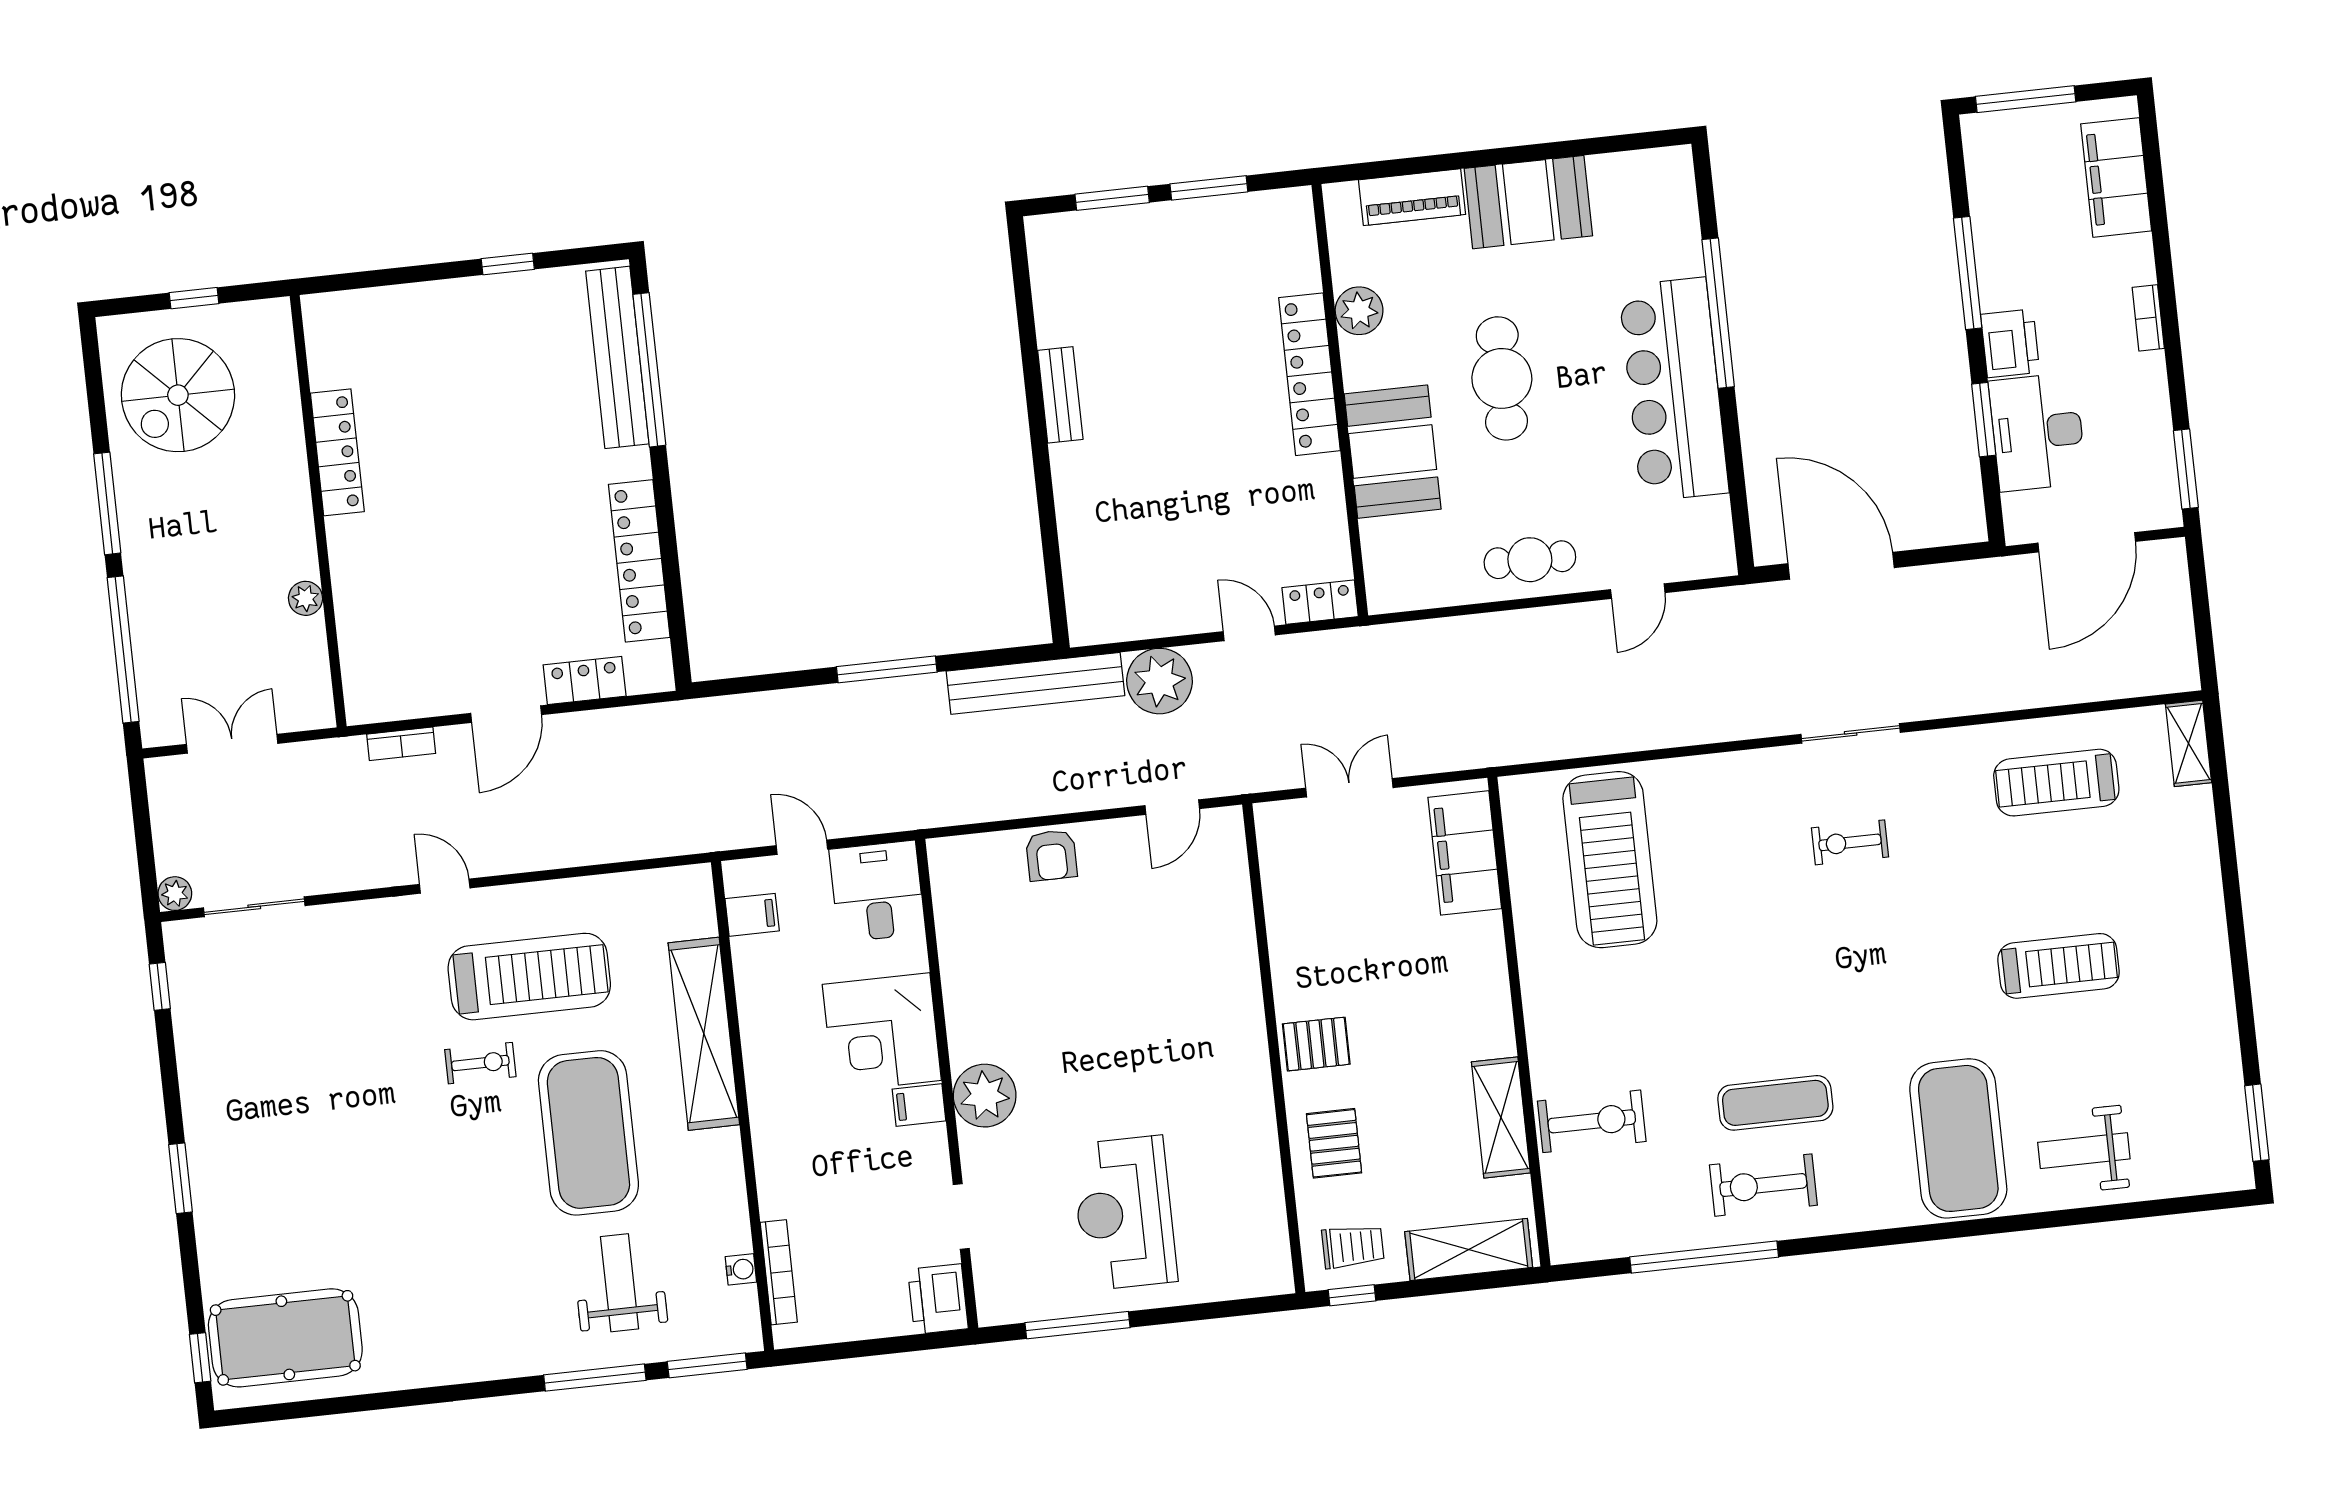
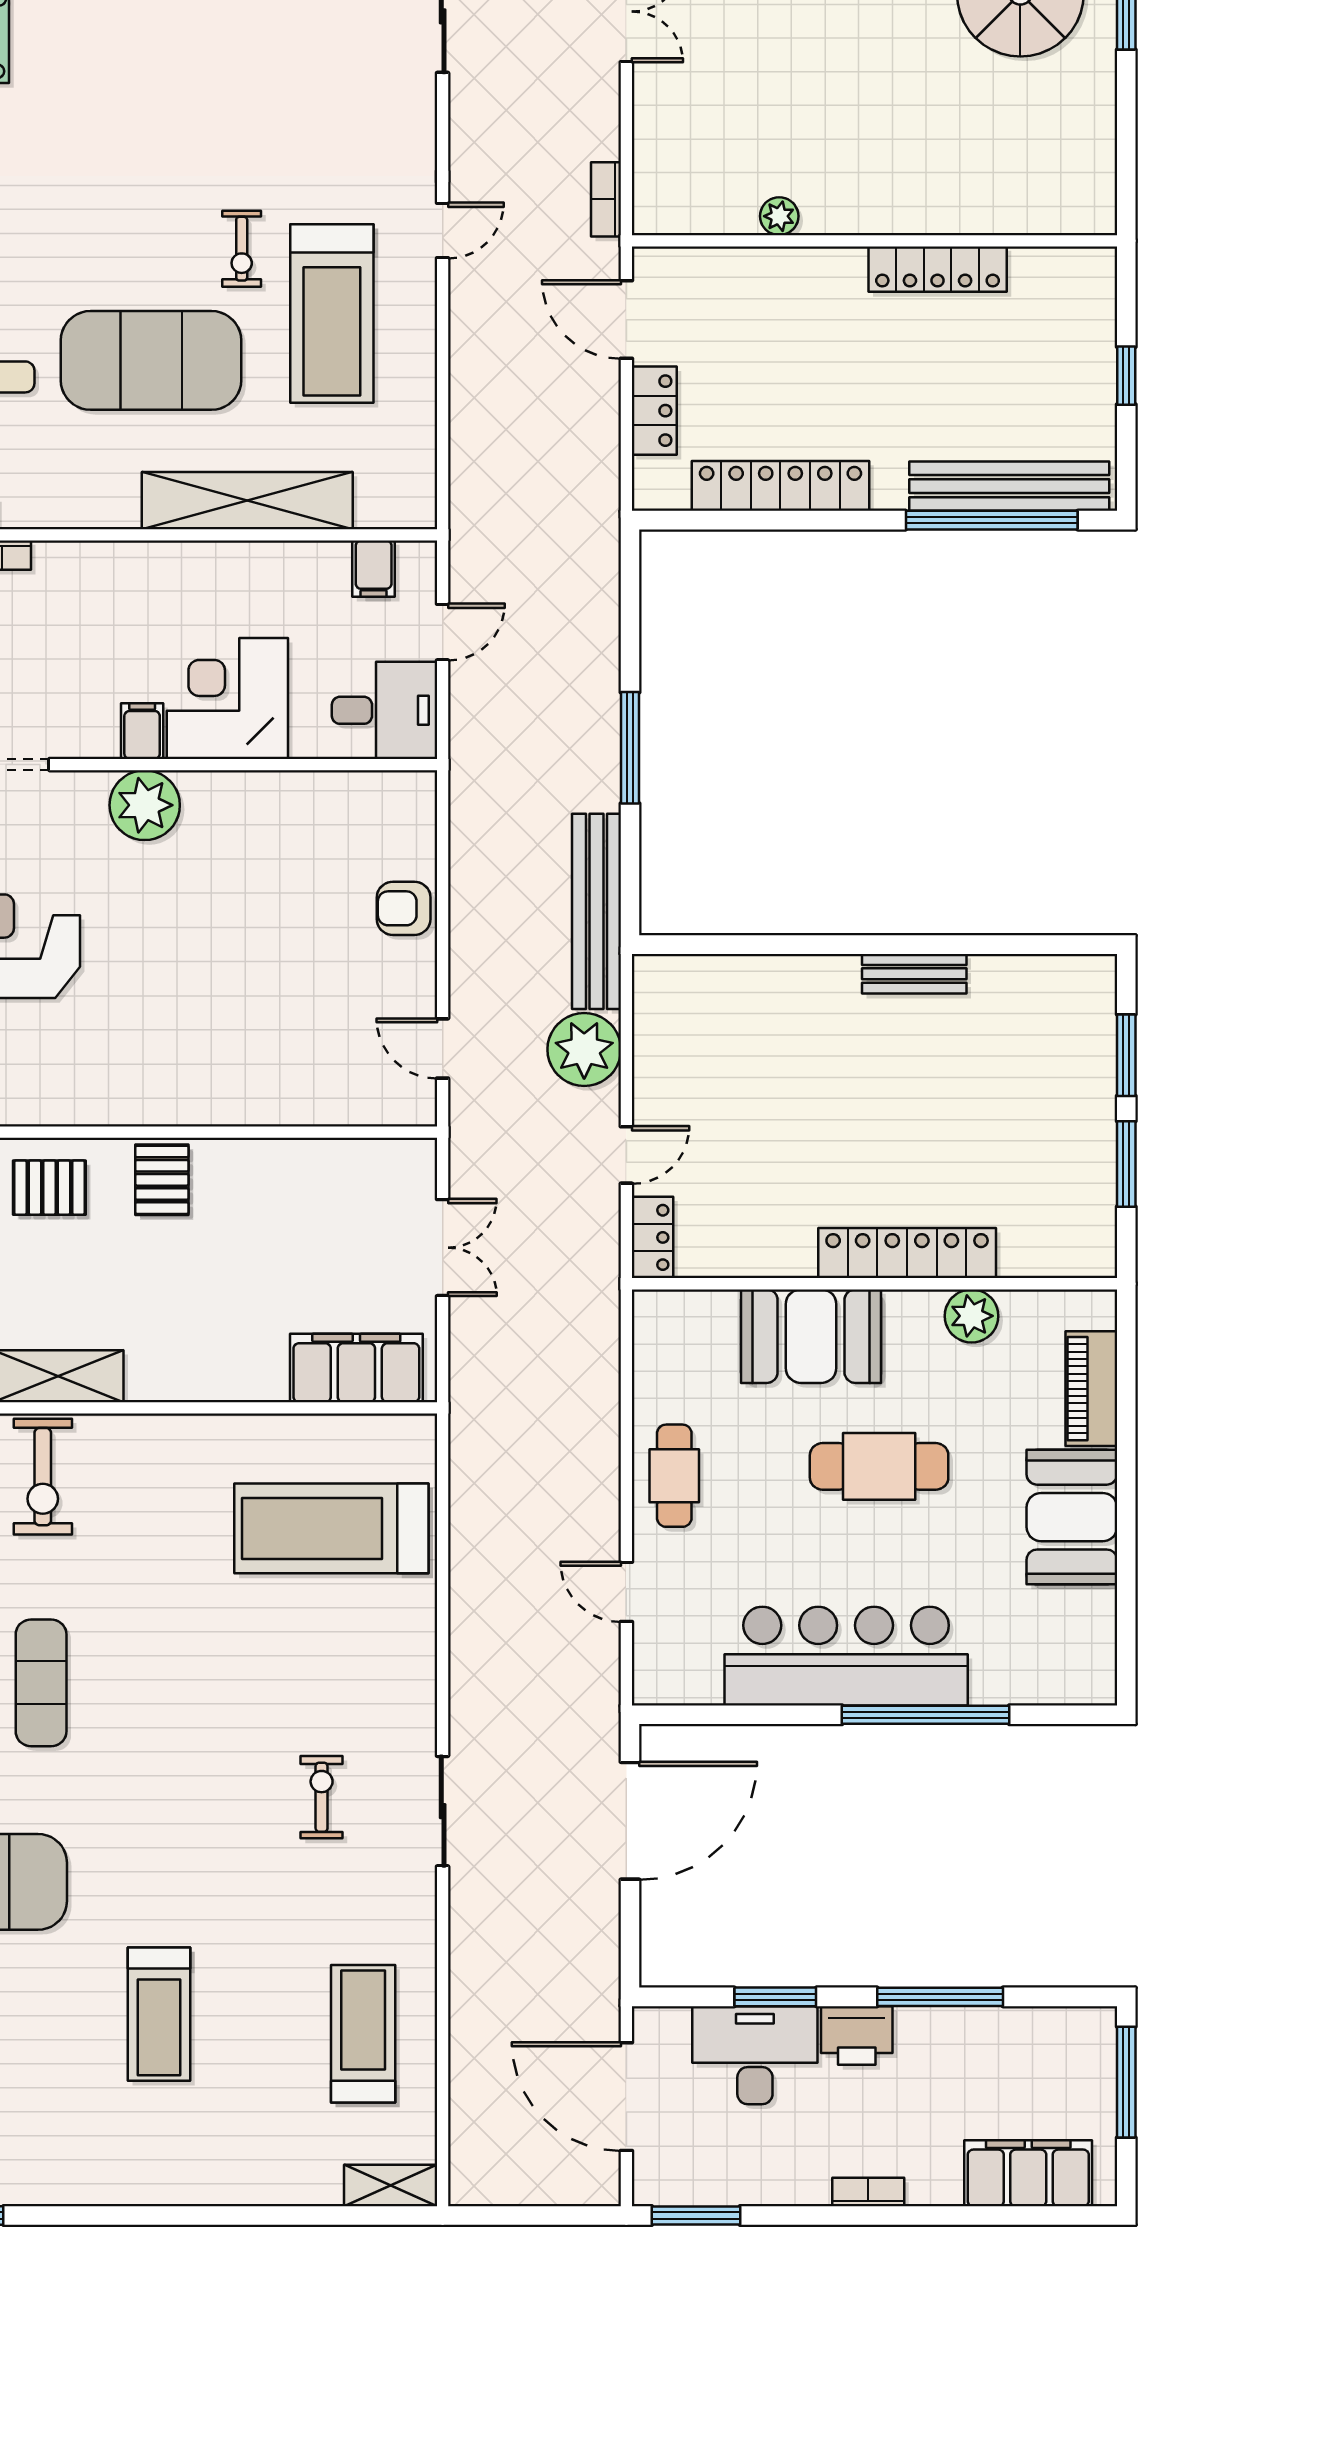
locker: (337, 452) -> (938, 269), moved
wall: (318, 511) -> (874, 241), moved
plant: (305, 598) -> (779, 216), moved

